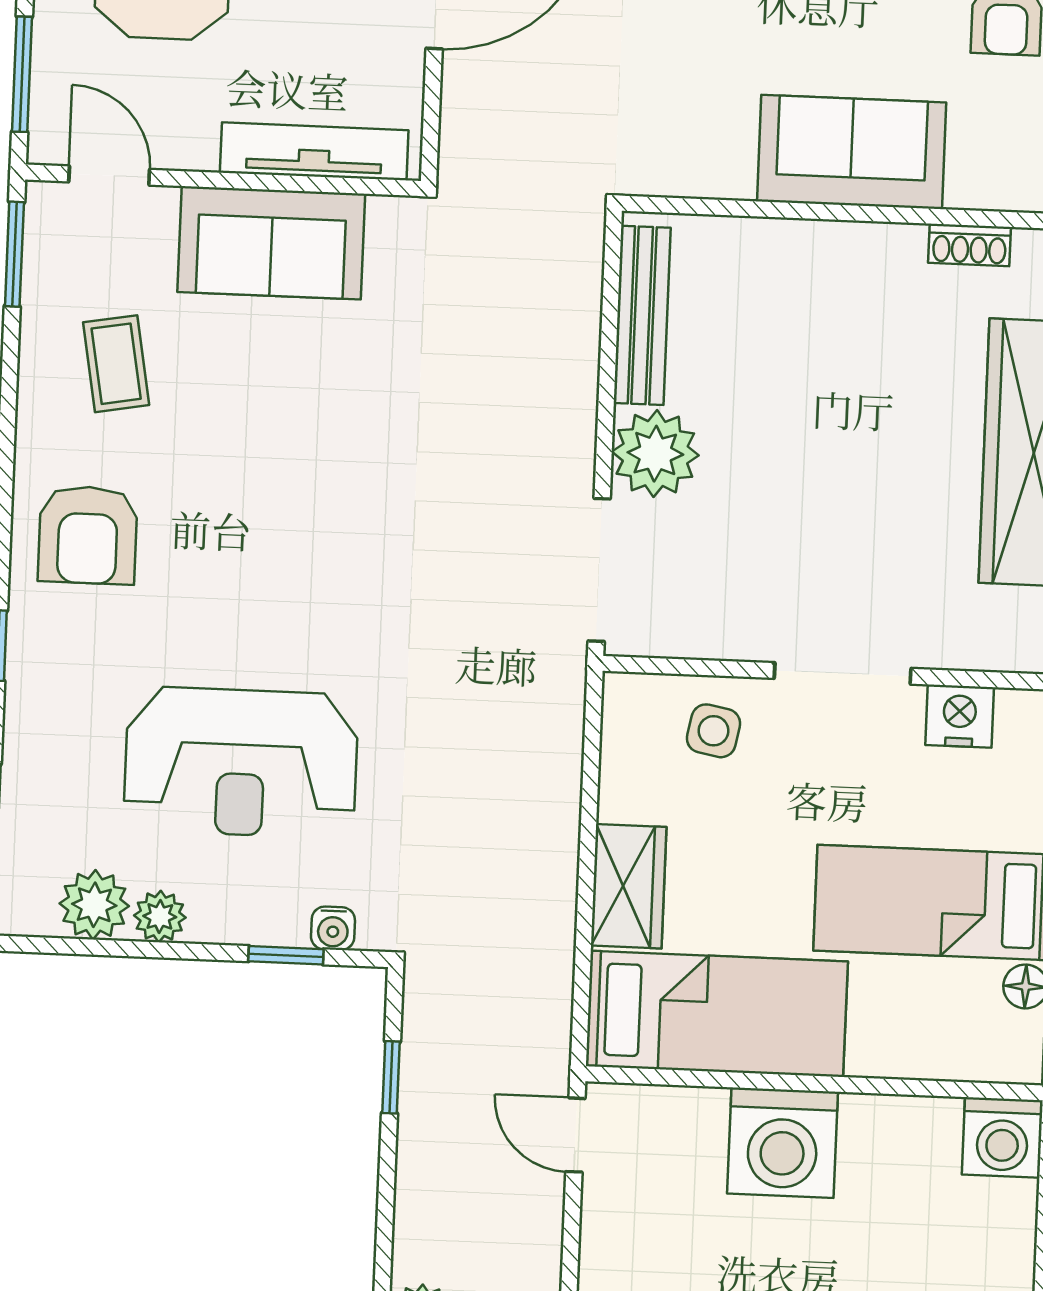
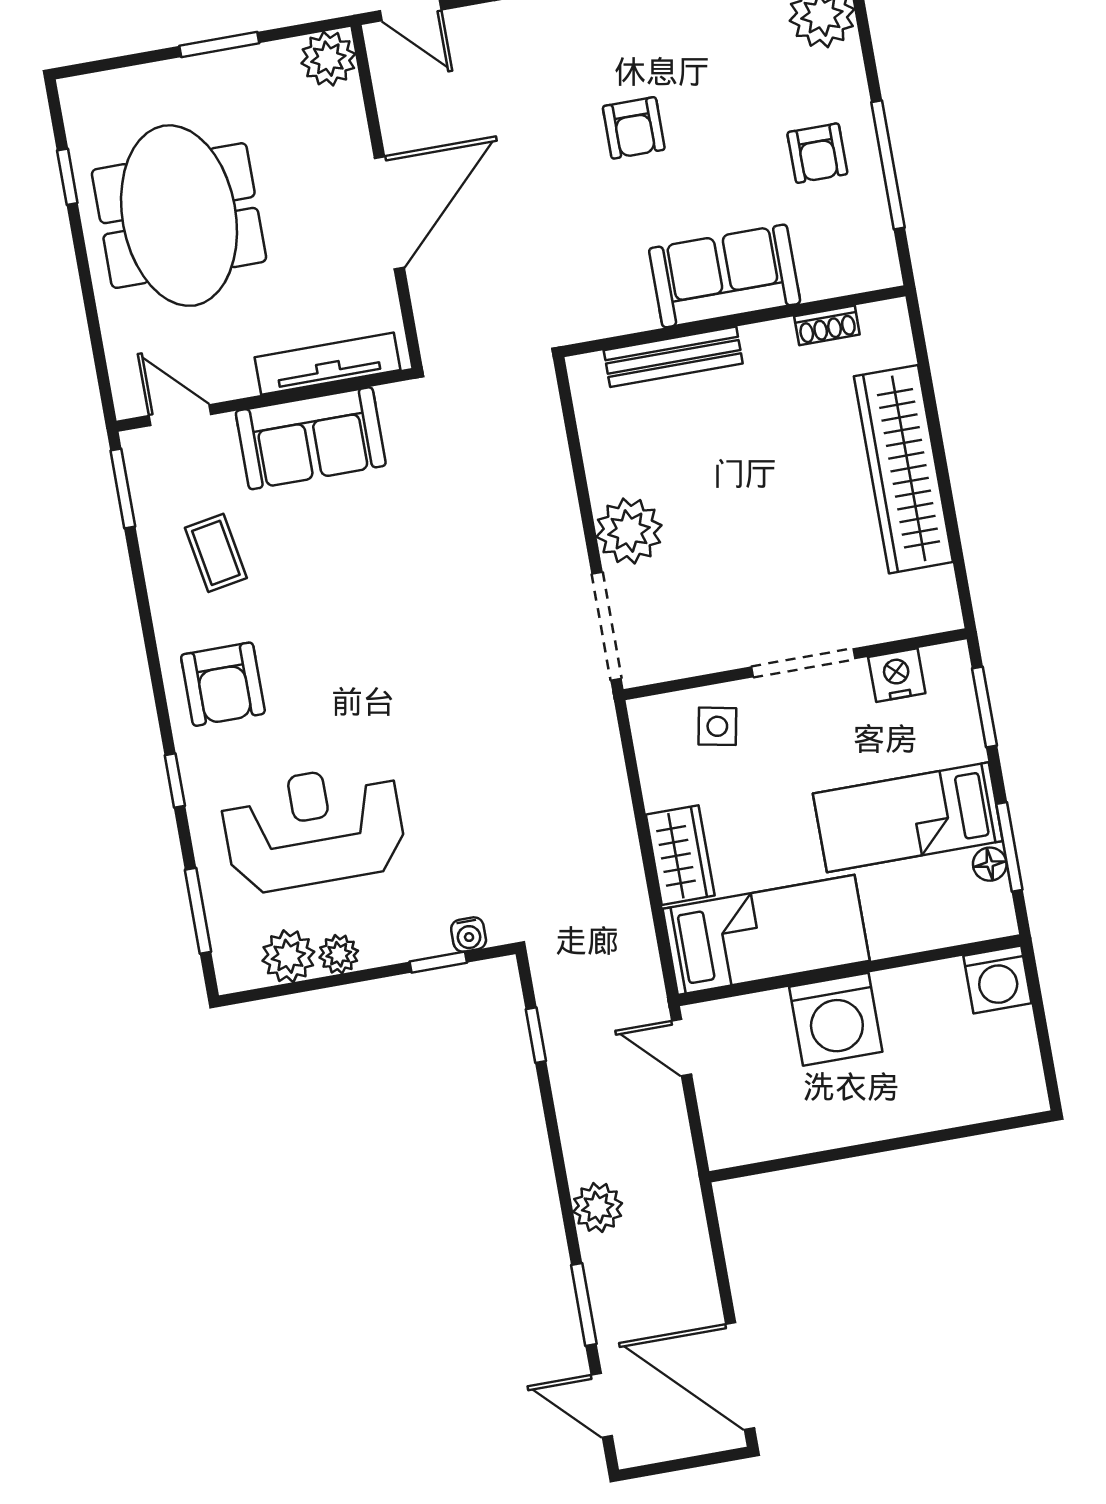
window: (22, 74) -> (99, 354), removed
bench: (642, 315) -> (673, 357), moved, turned 90
reception desk: (241, 762) -> (314, 828), moved, turned 180

